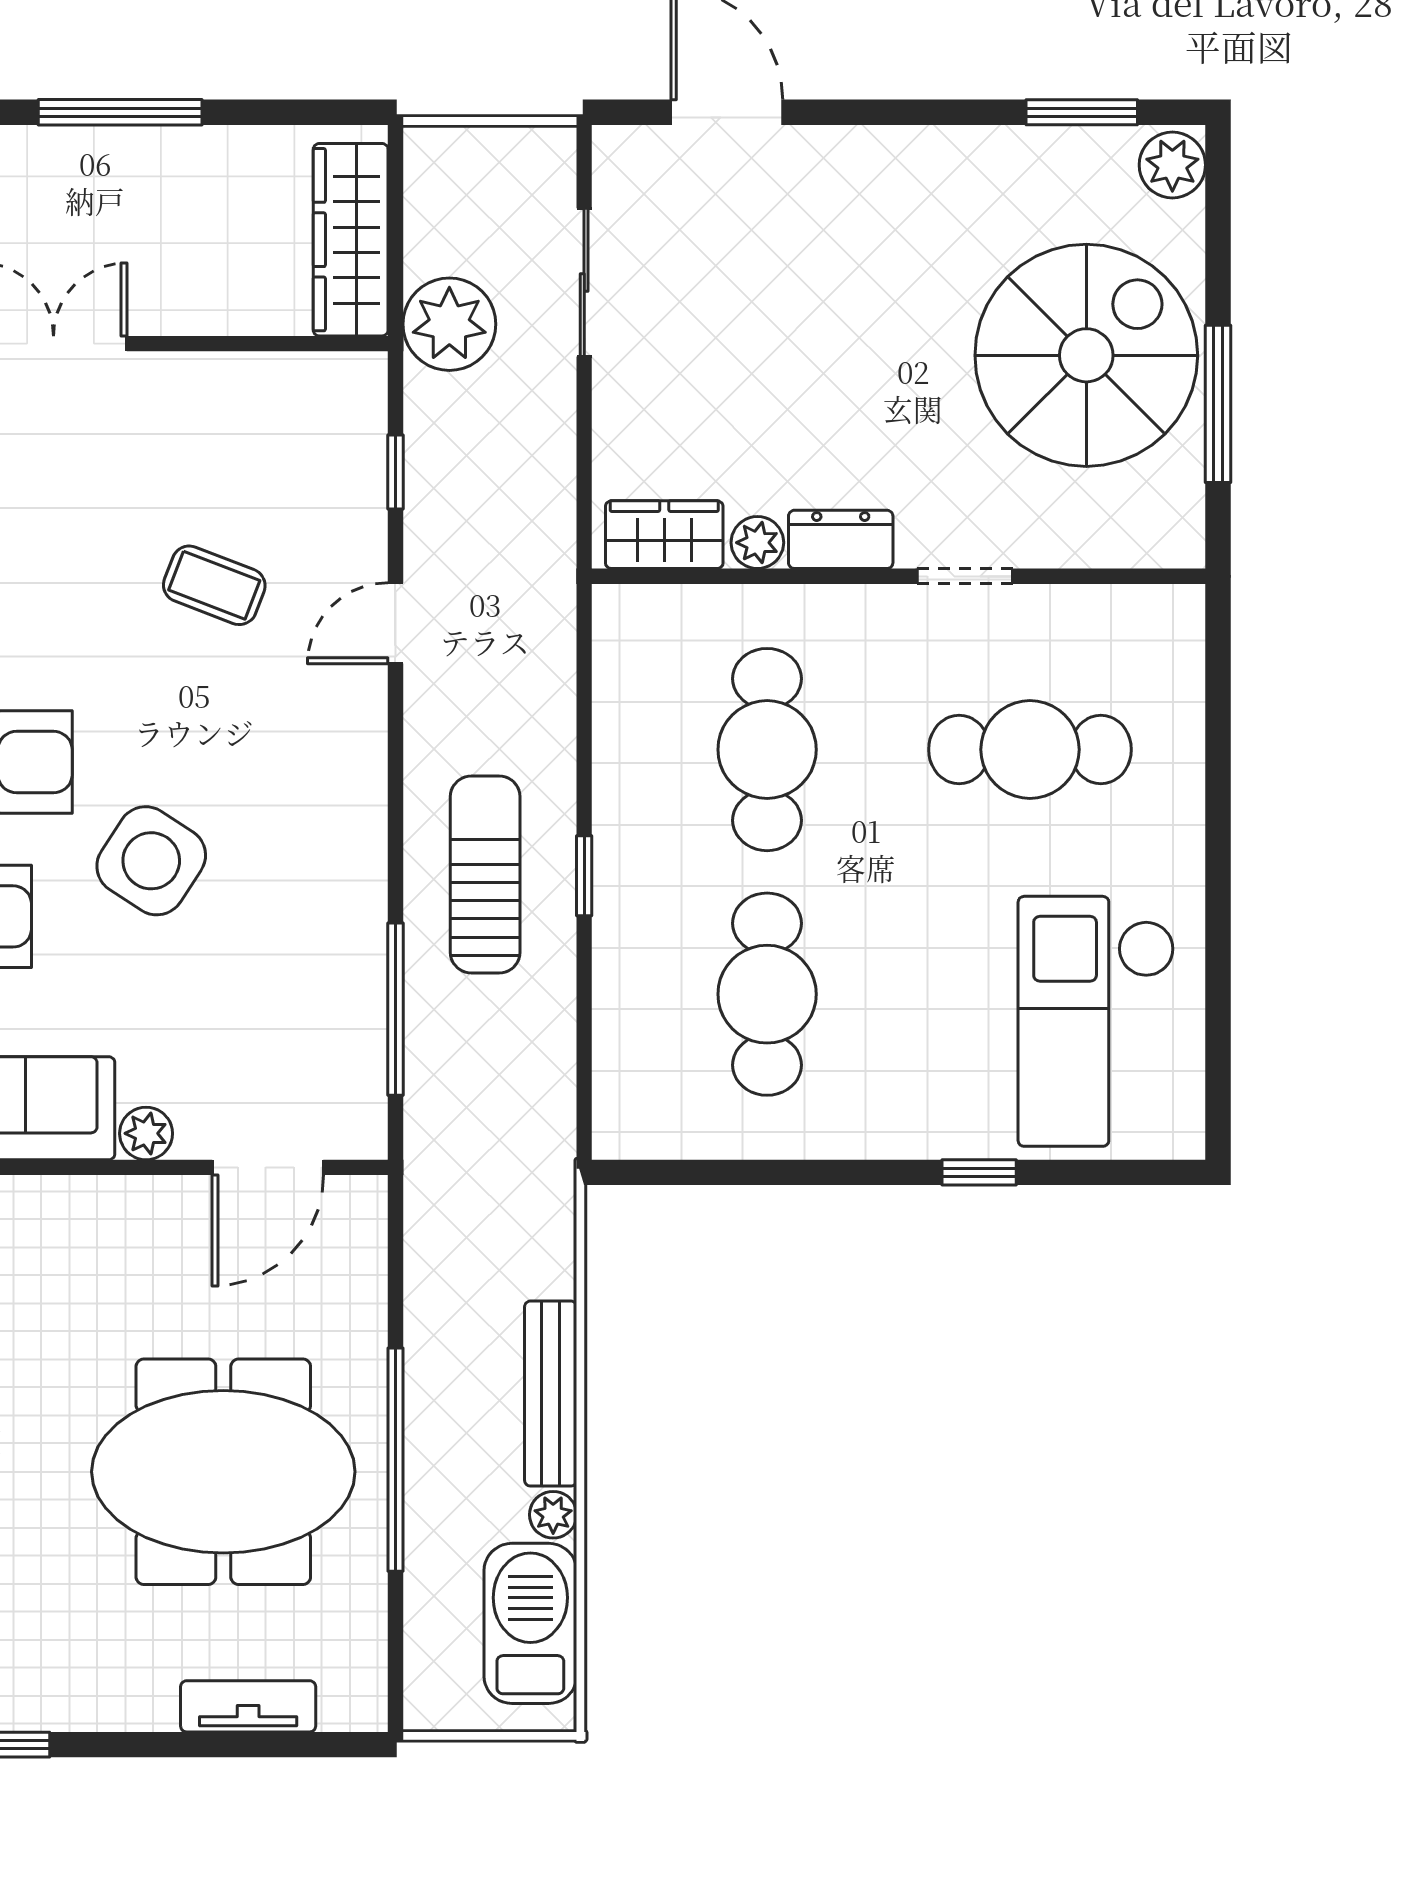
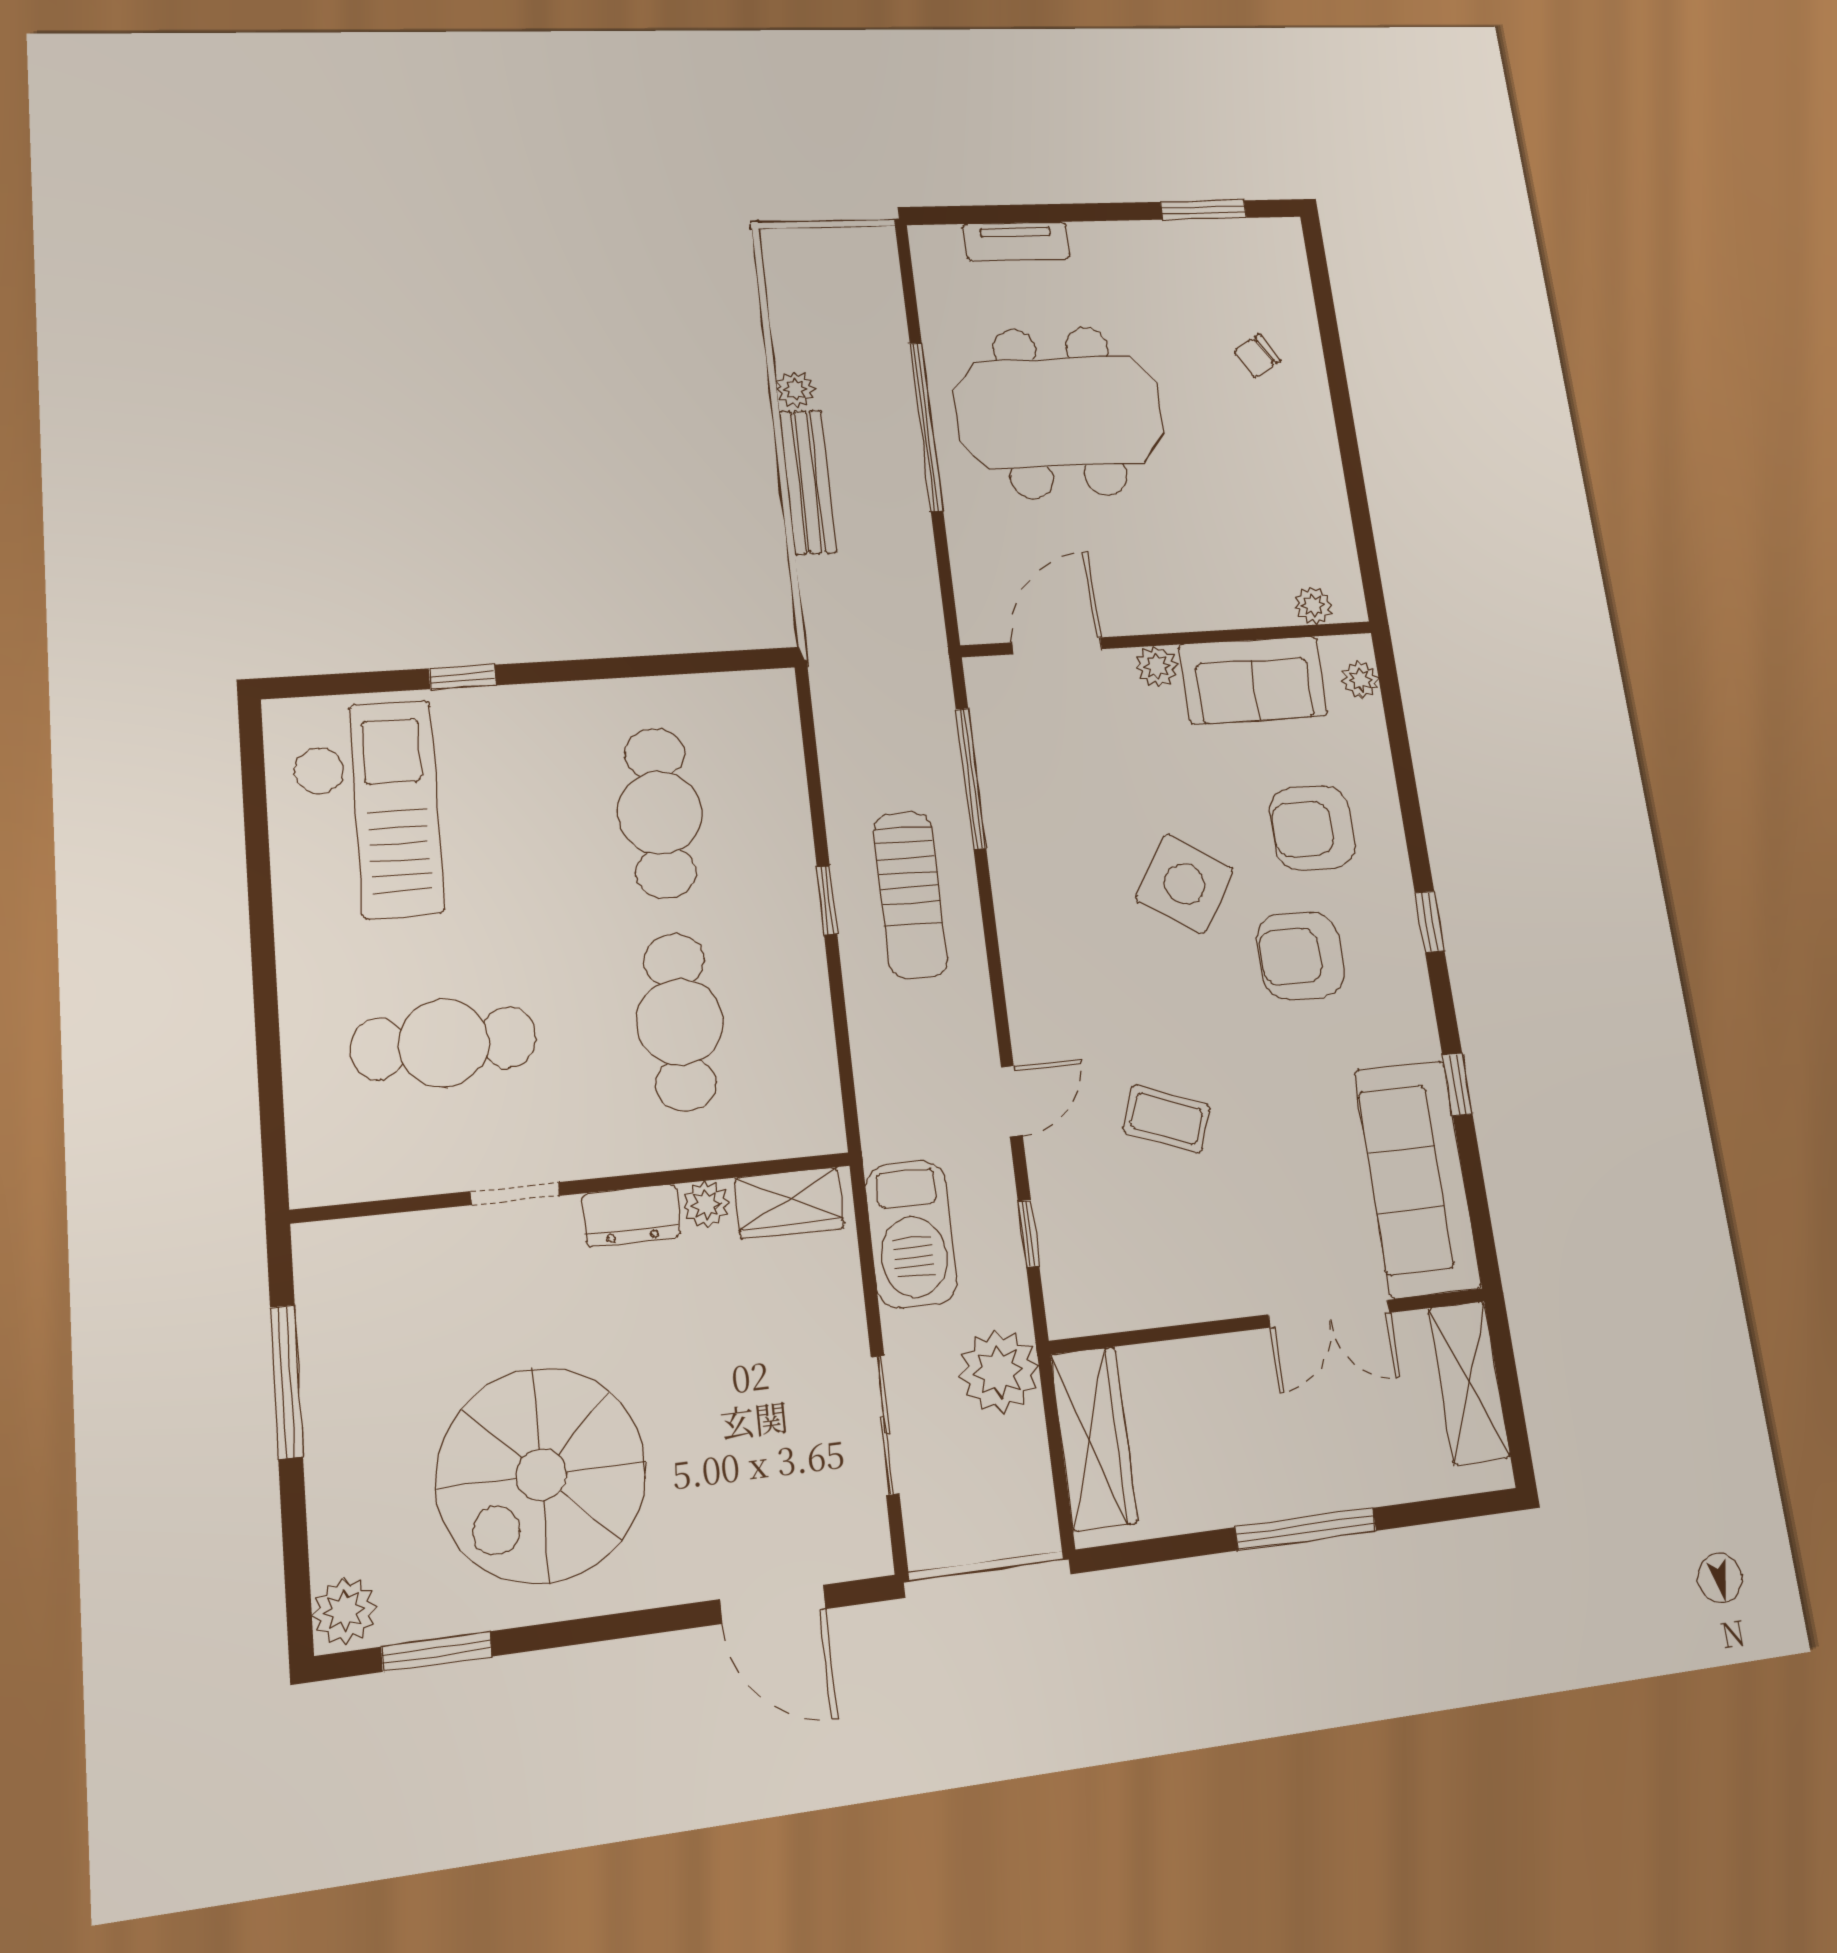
spiral stairs: (1086, 355) -> (541, 1475), moved
barbecue: (530, 1623) -> (911, 1234), moved

